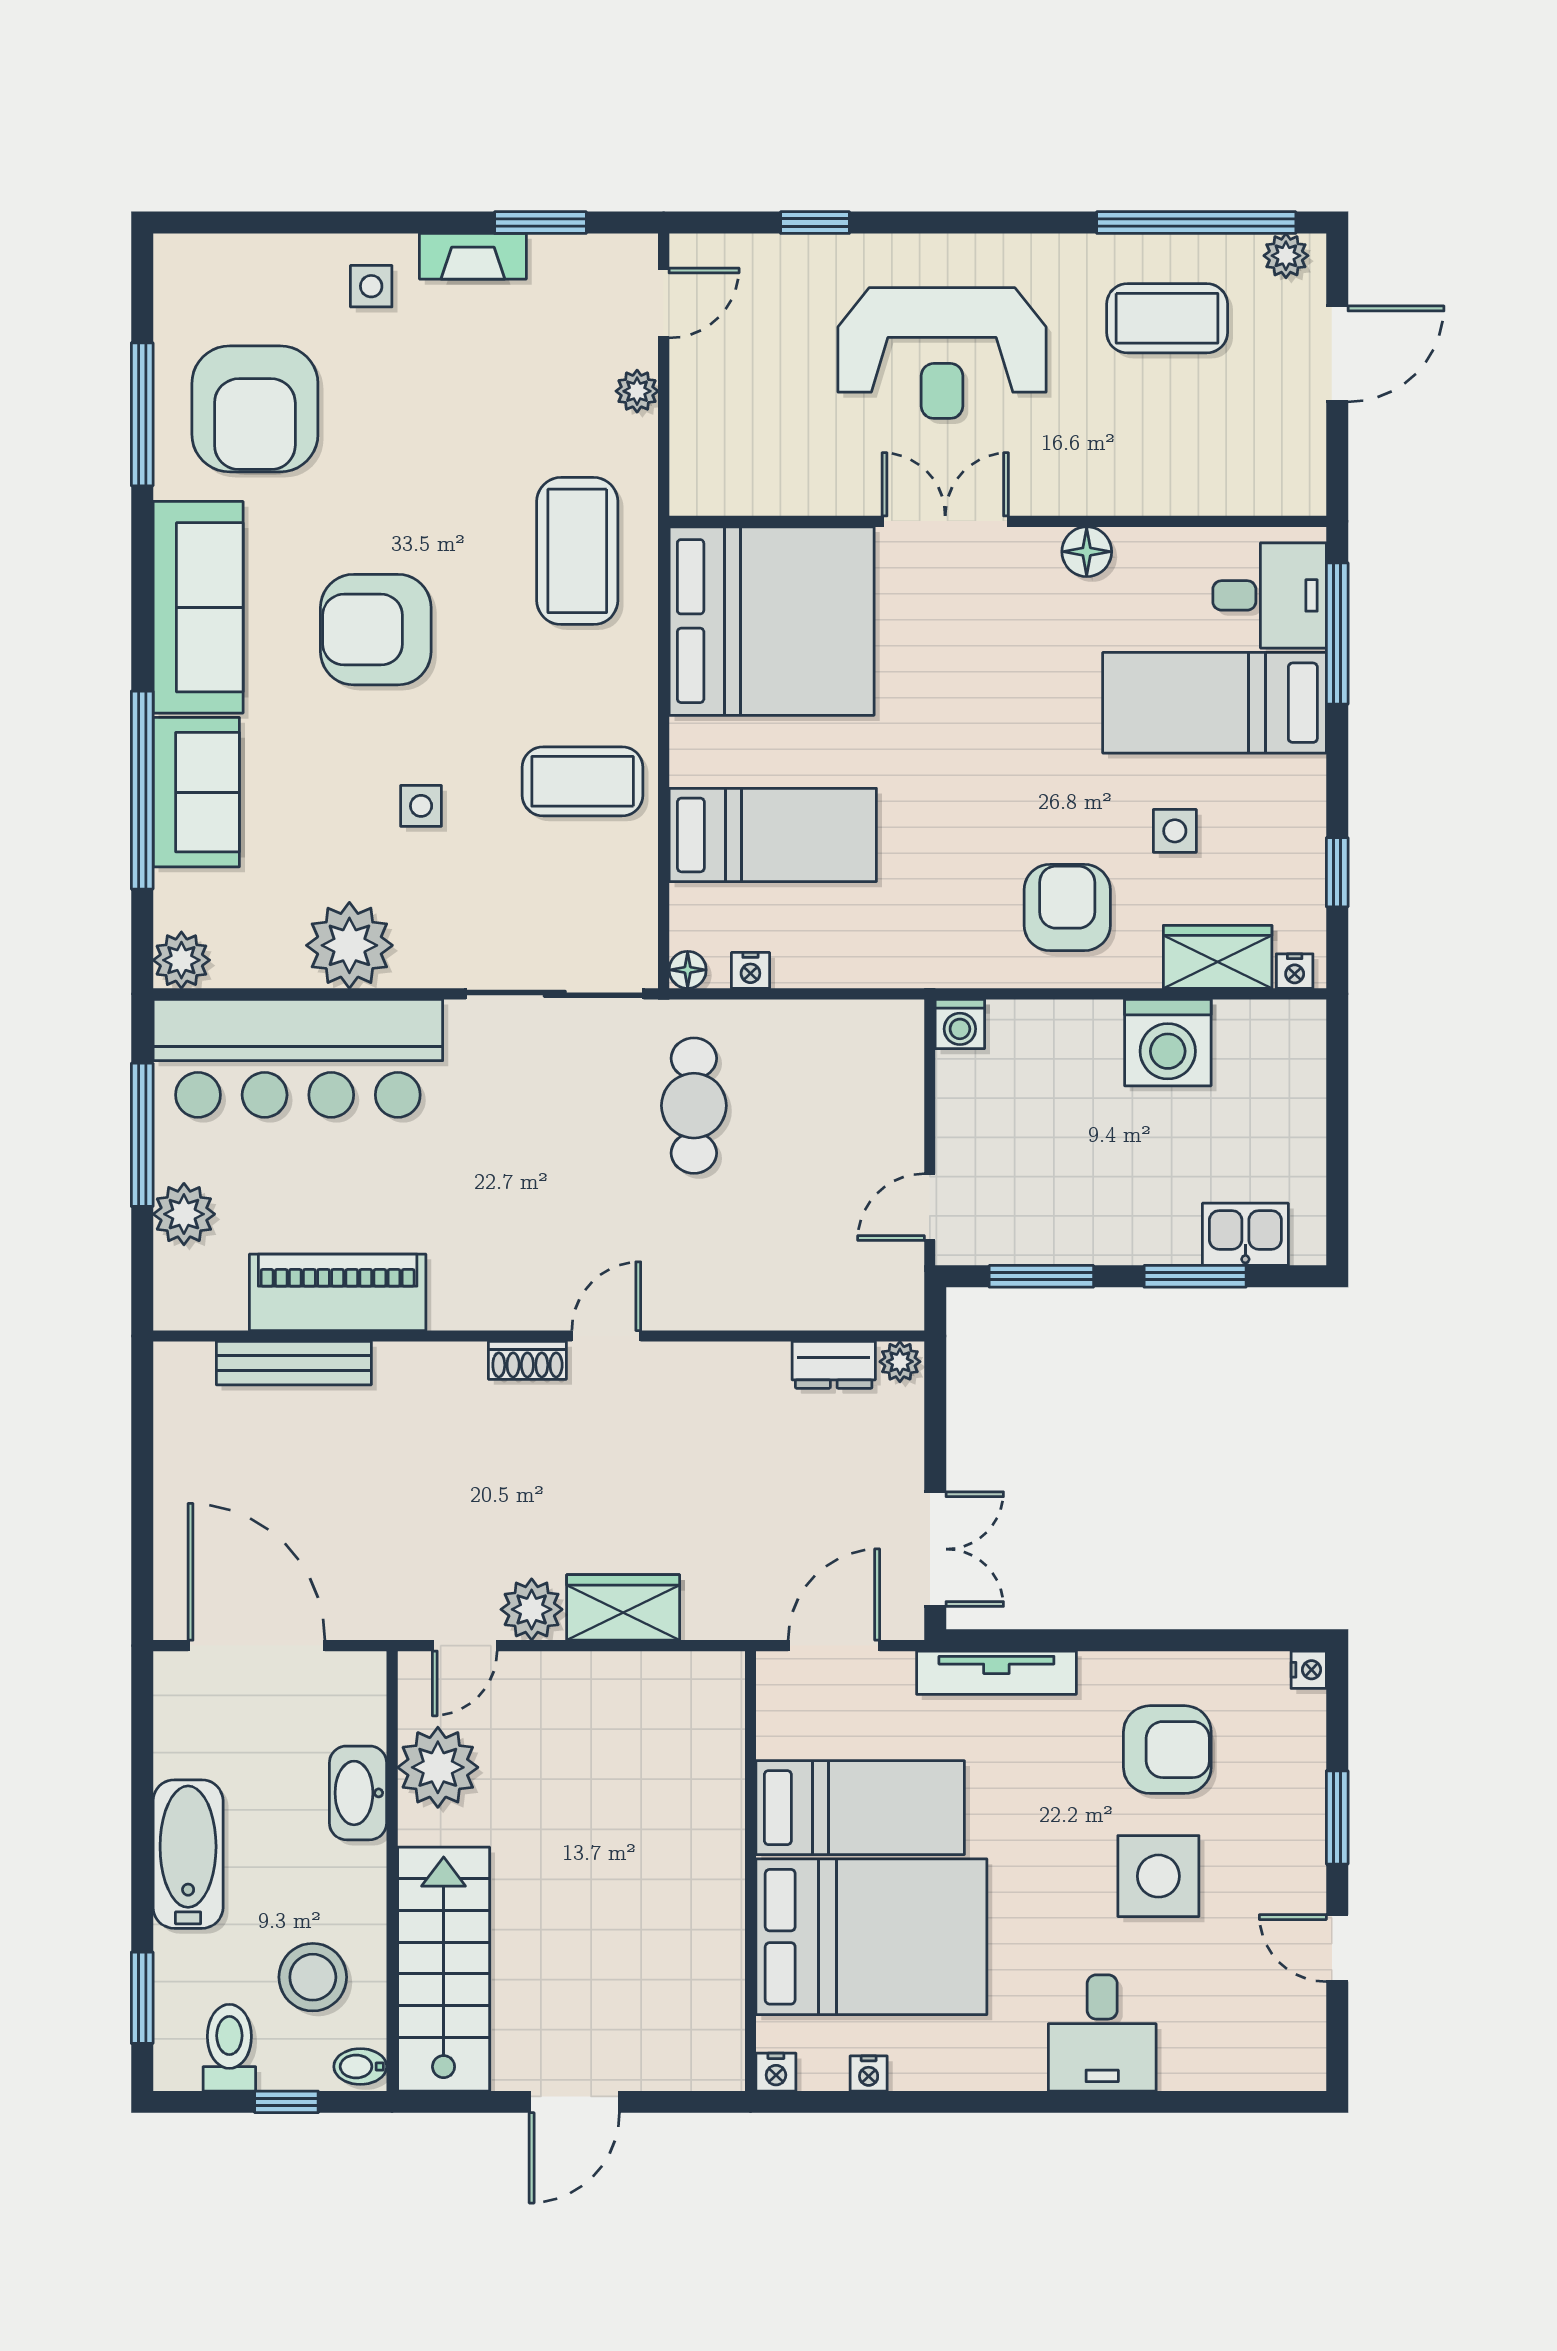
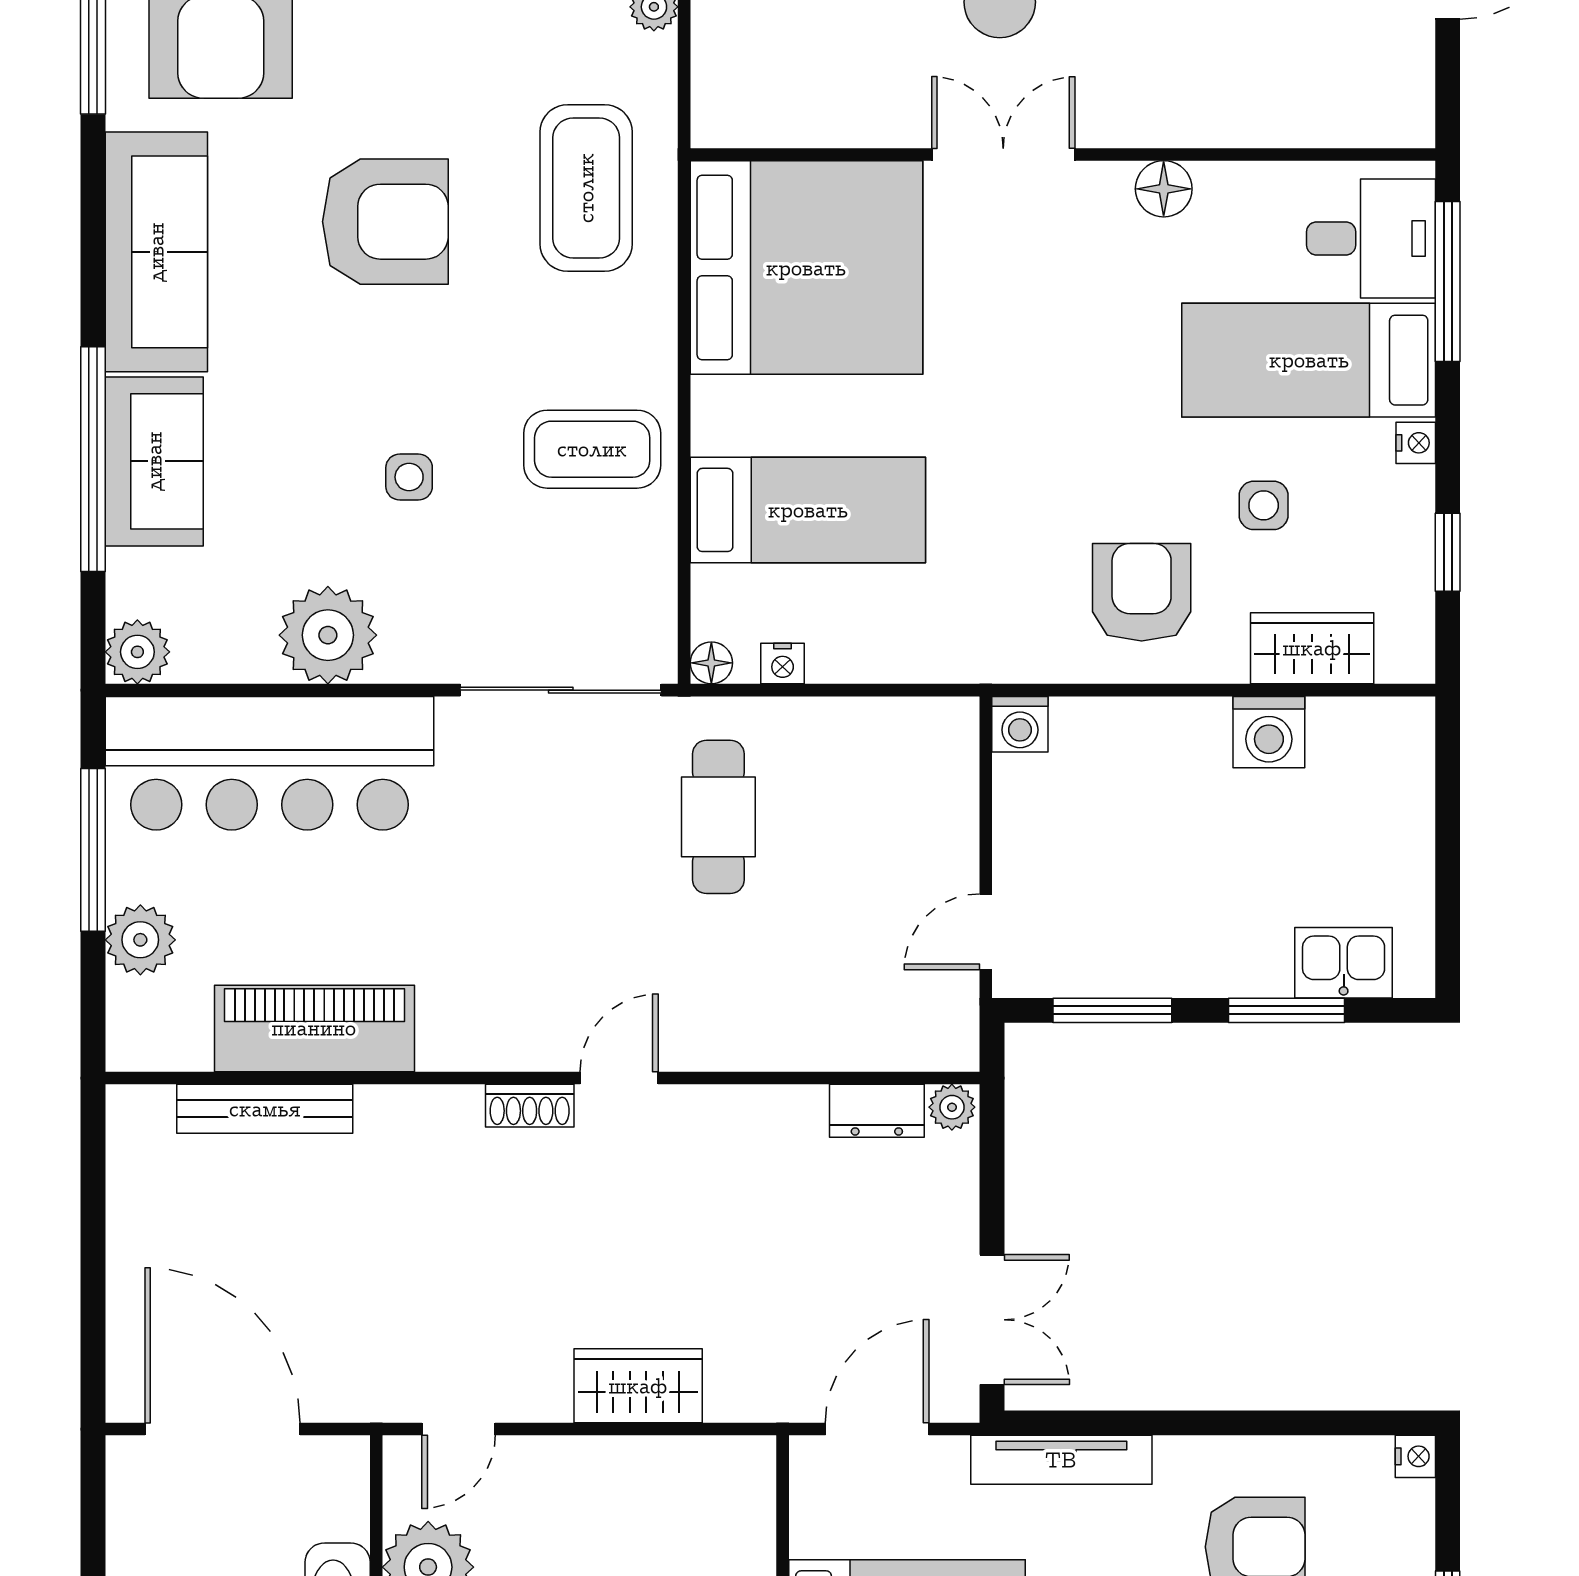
armchair: (376, 630) -> (385, 222), moved, turned 180
nightstand: (1295, 971) -> (1416, 443), moved, turned -90
washing machine: (1168, 1043) -> (1269, 732), width x0.73, depth x0.73
plant: (532, 1609) -> (534, 1388), removed

